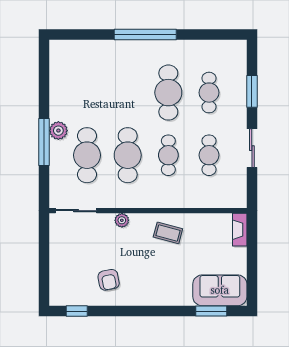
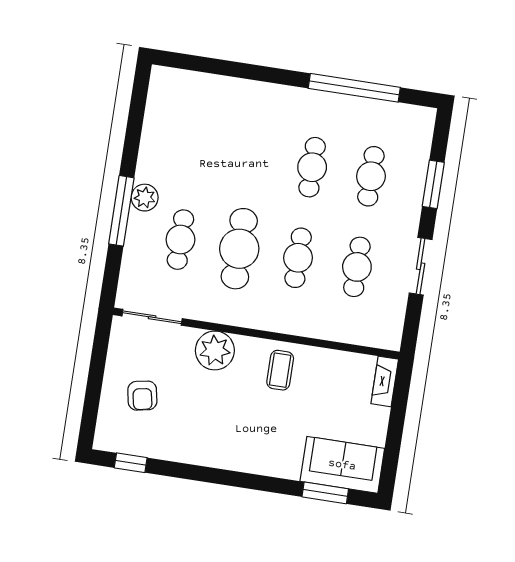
window: (145, 35) -> (354, 88), moved
cafe table: (168, 93) -> (312, 167), width x0.73, depth x0.74
cafe table: (87, 155) -> (180, 240), width x0.73, depth x0.74
plant: (122, 220) -> (215, 350), width x1.87, depth x1.87
coffee table: (168, 233) -> (280, 370), turned 75
armchair: (109, 280) -> (142, 396), moved

